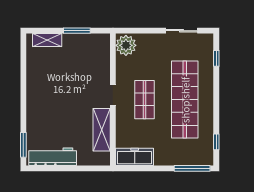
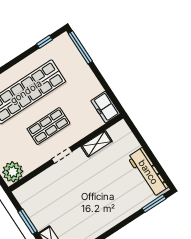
shelving: (102, 130) -> (97, 144), width x0.67, depth x0.75
freezer: (135, 157) -> (106, 107), width x0.71

